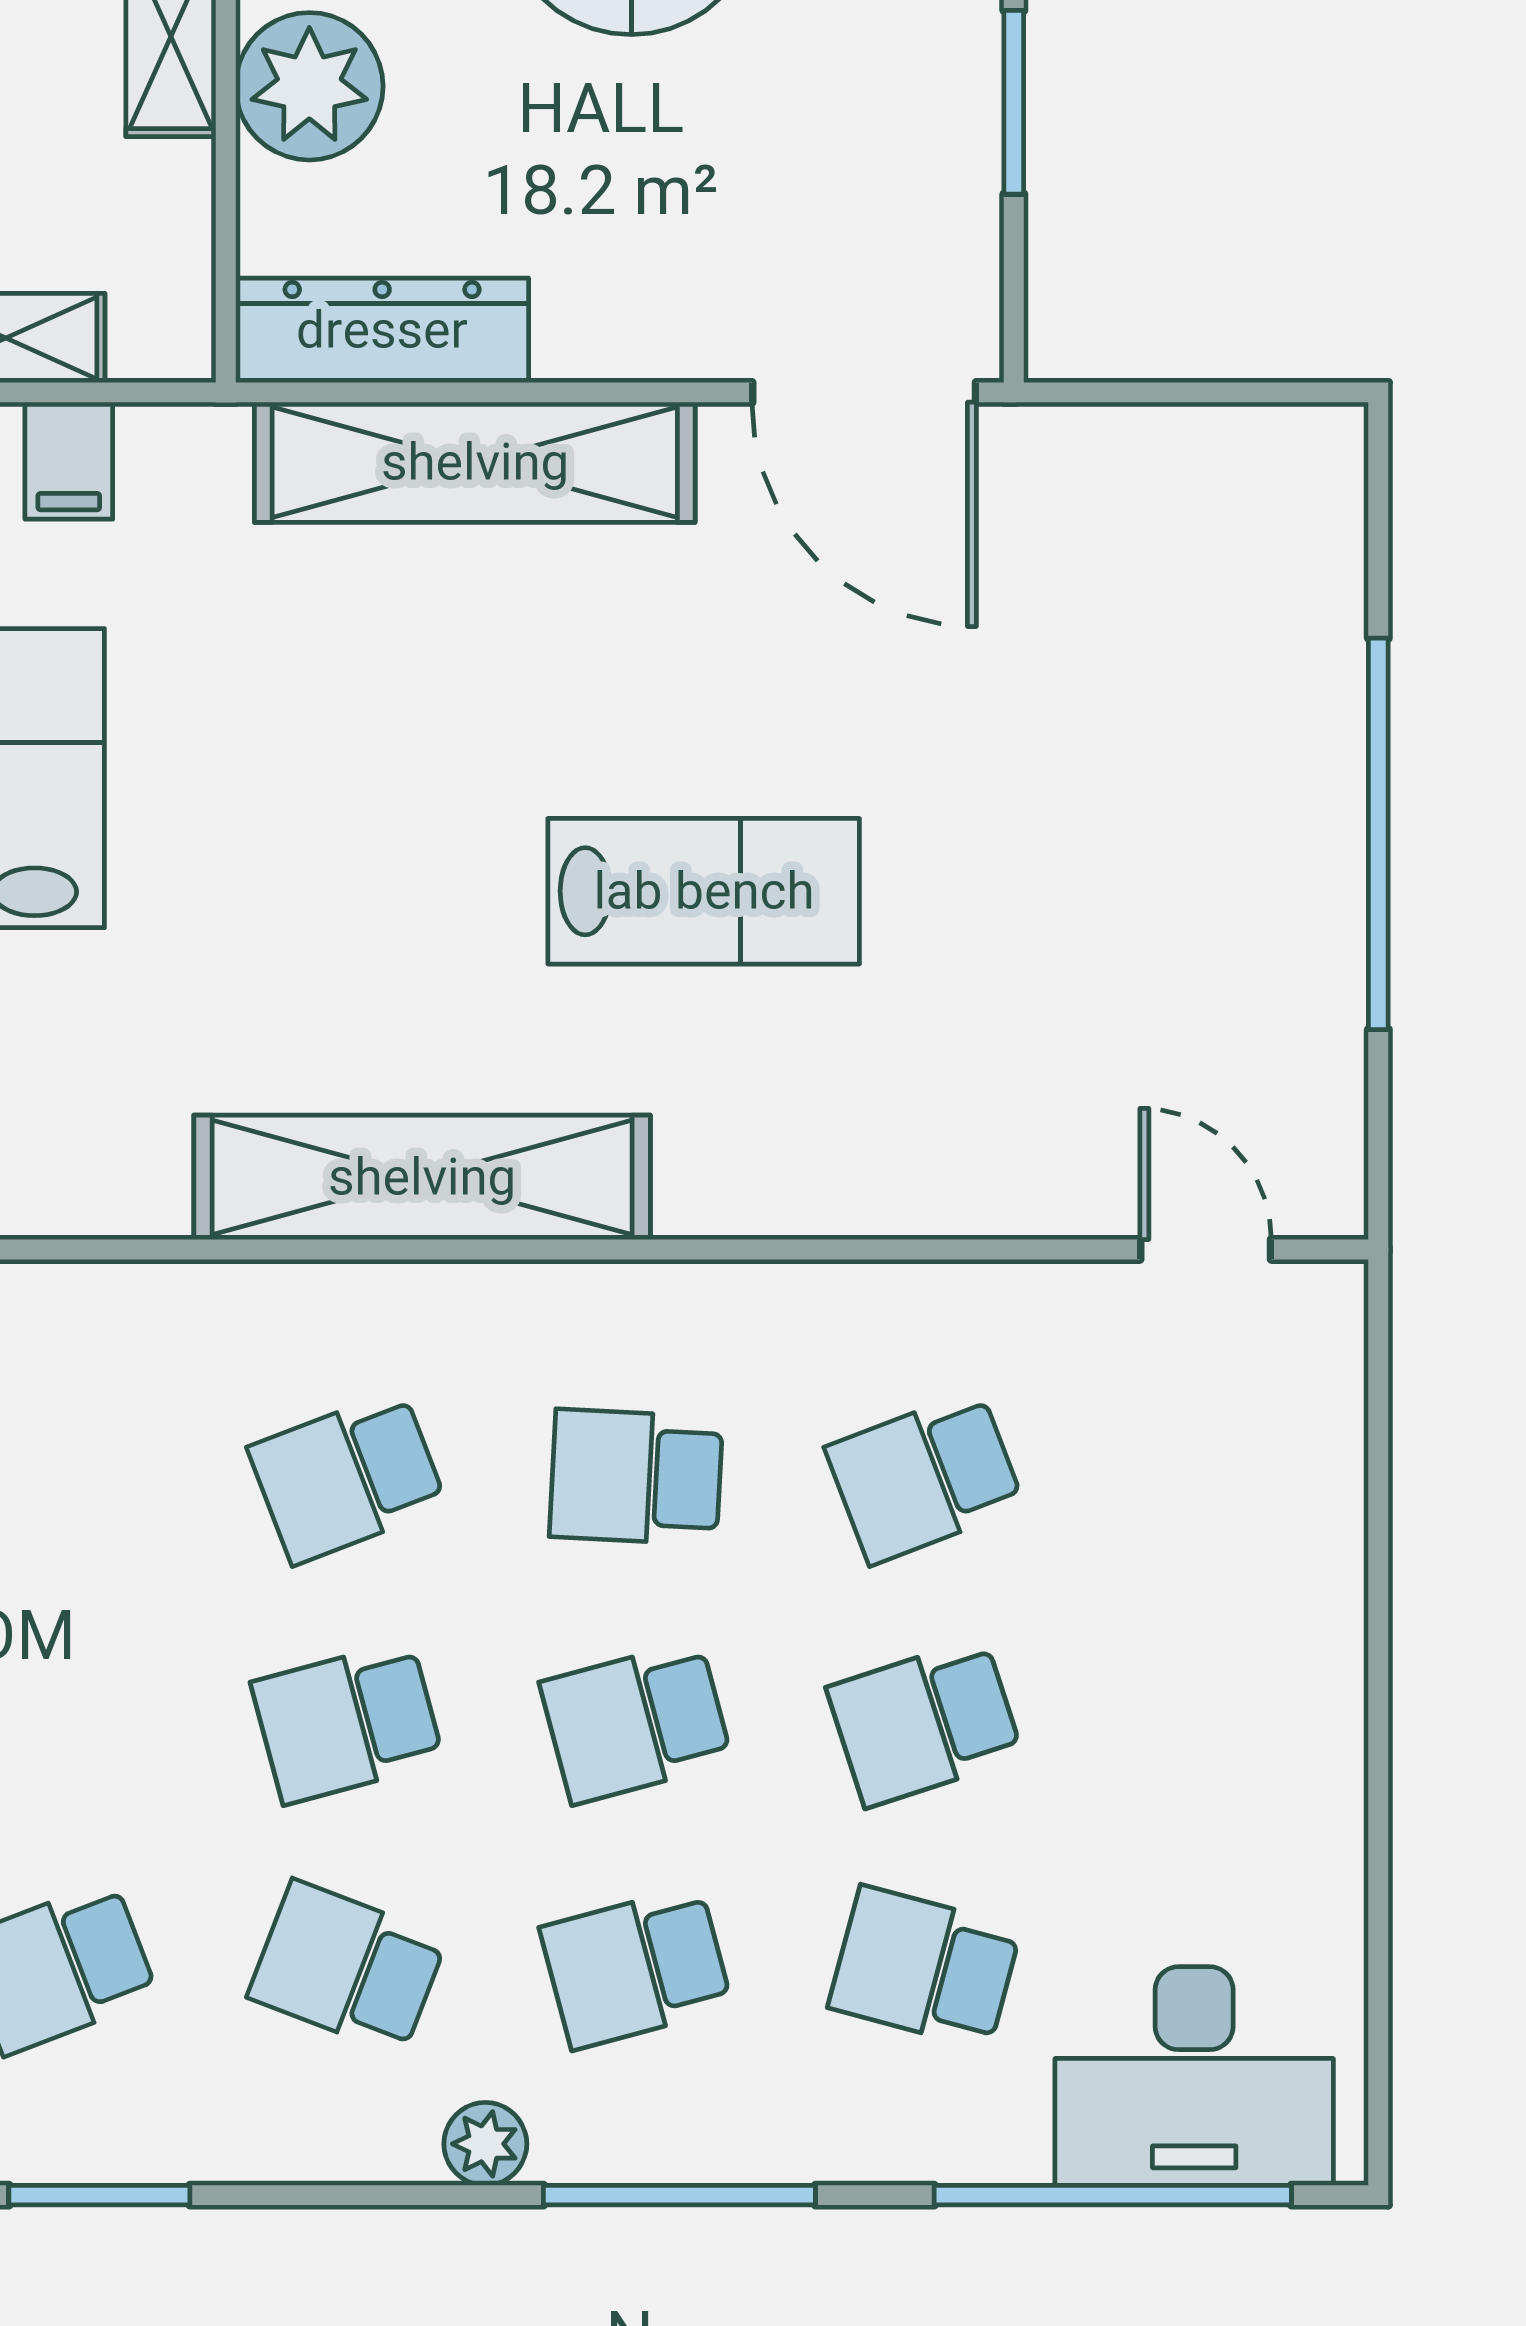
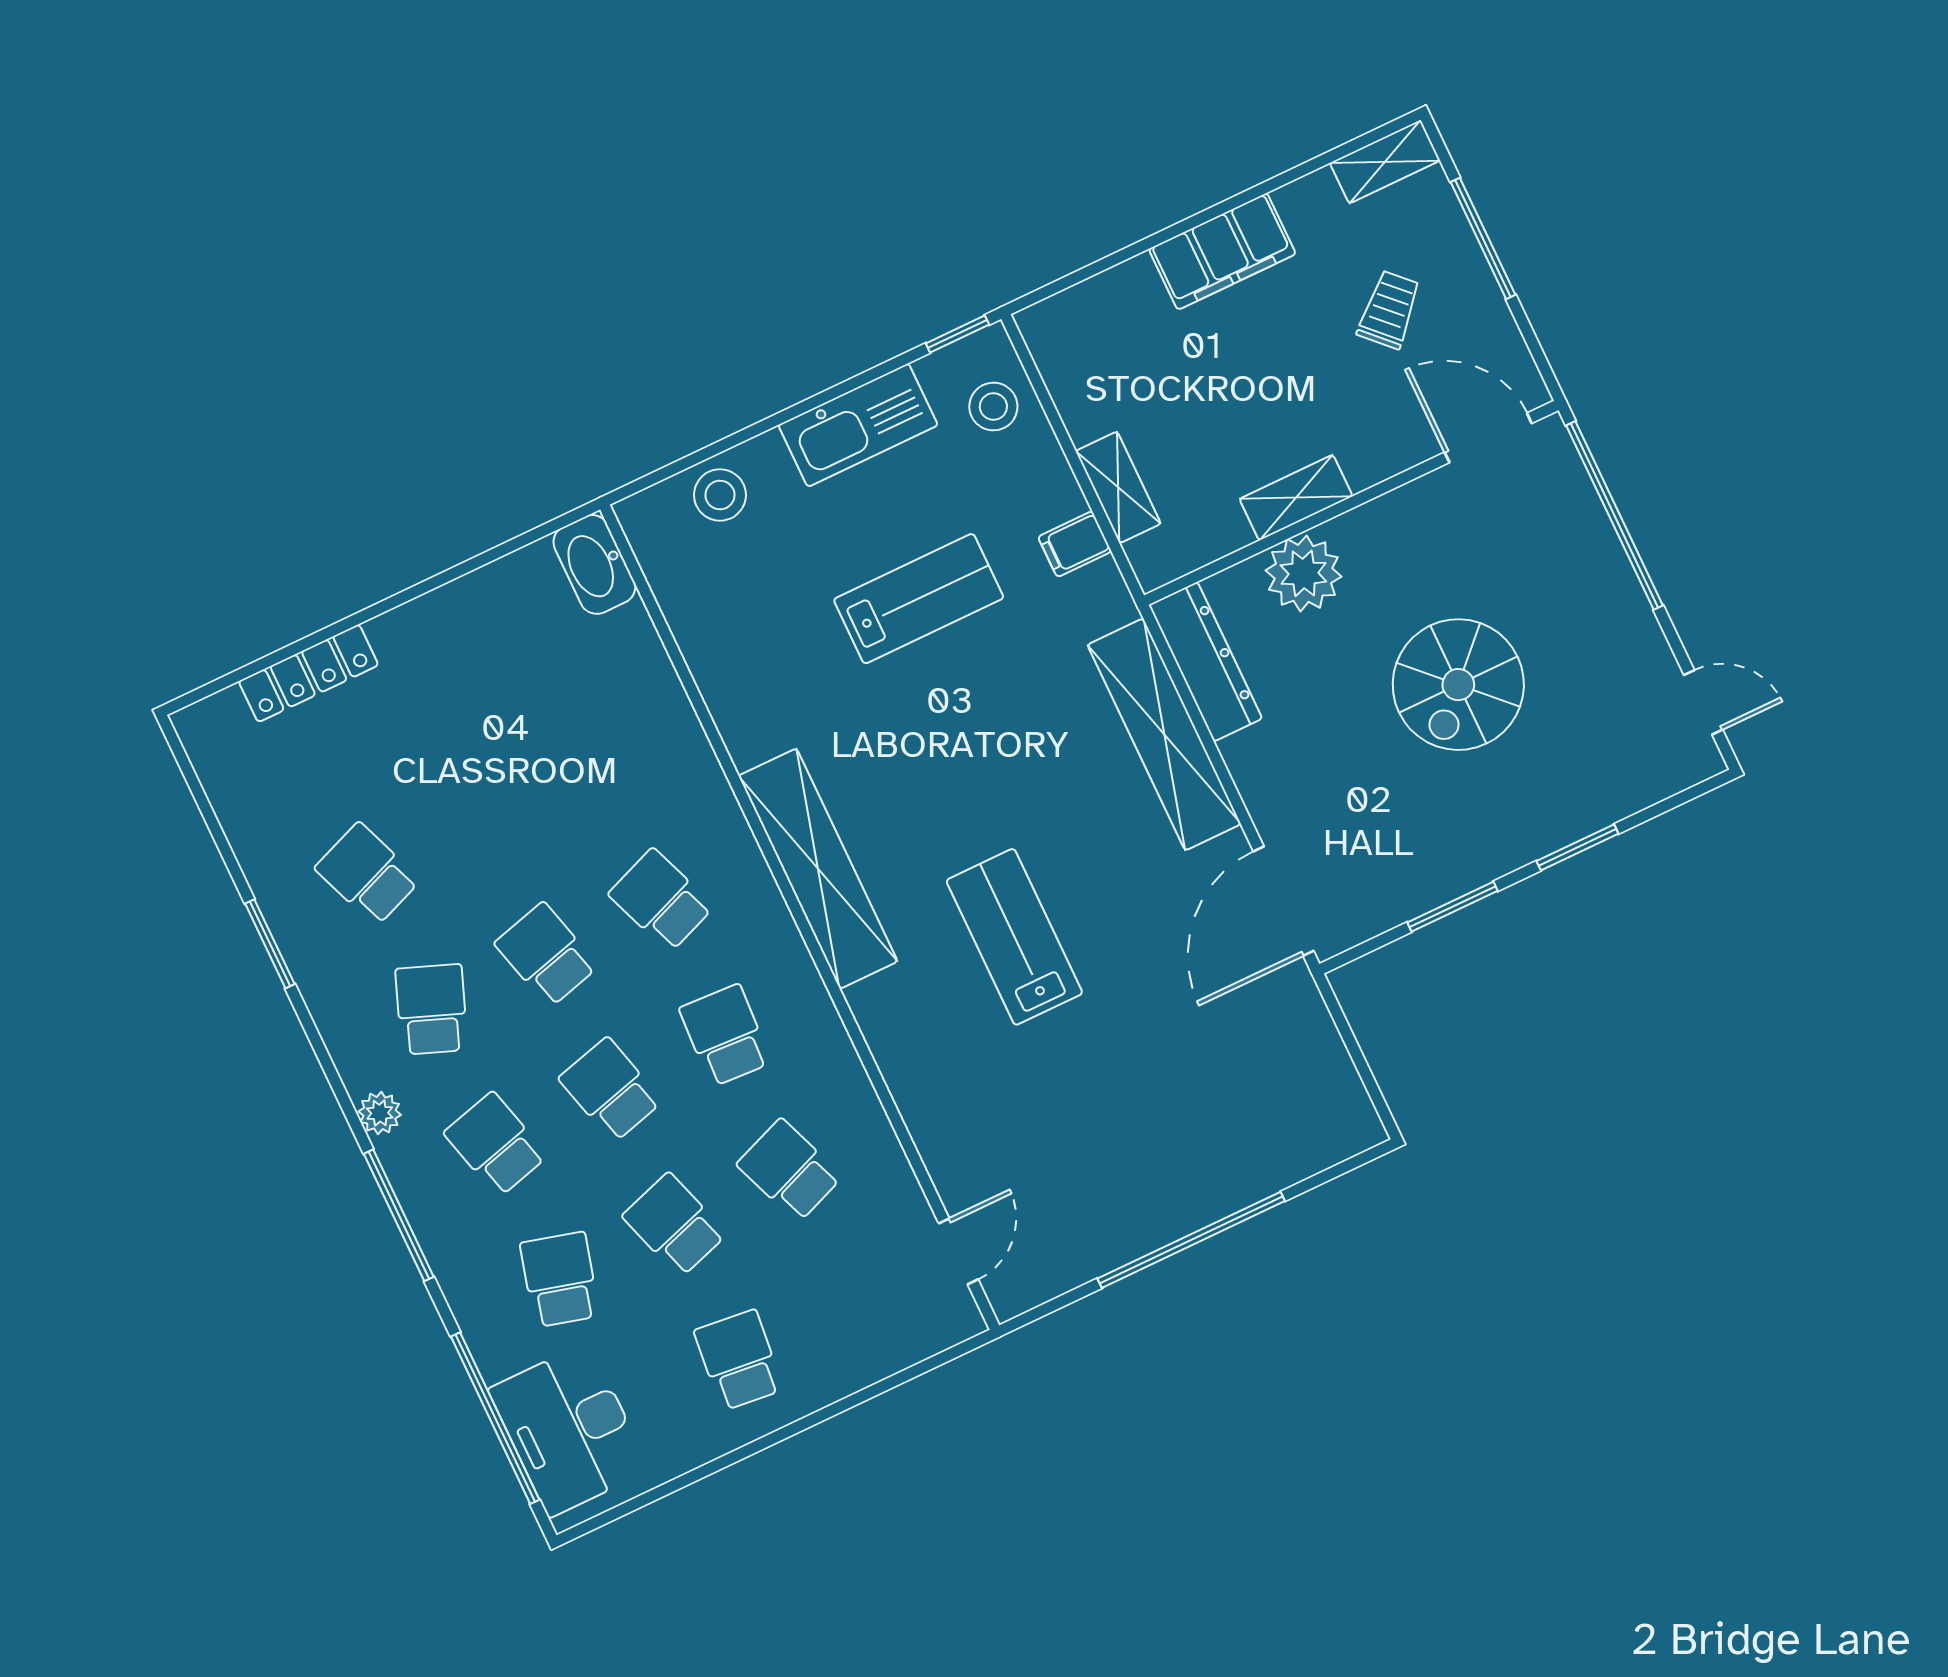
lab bench: (704, 891) -> (1014, 937), turned 180
school desk: (1213, 1722) -> (739, 1360), added

